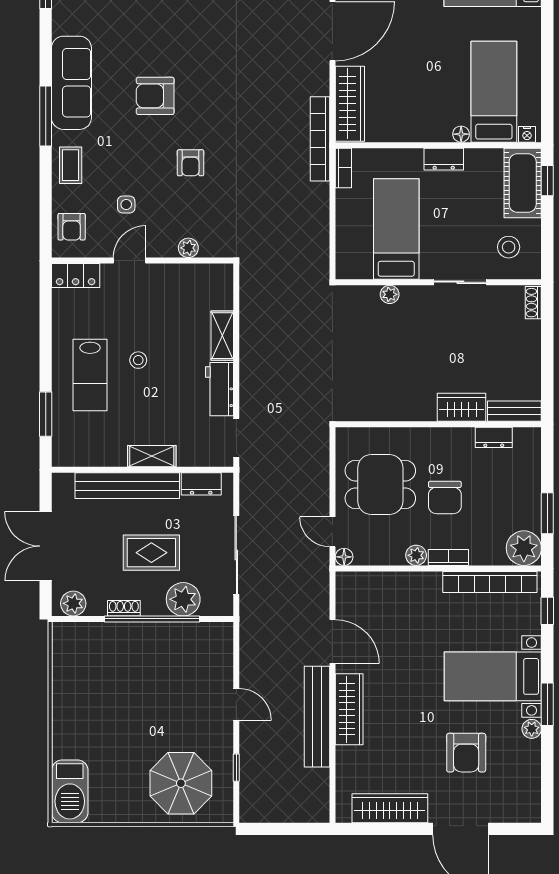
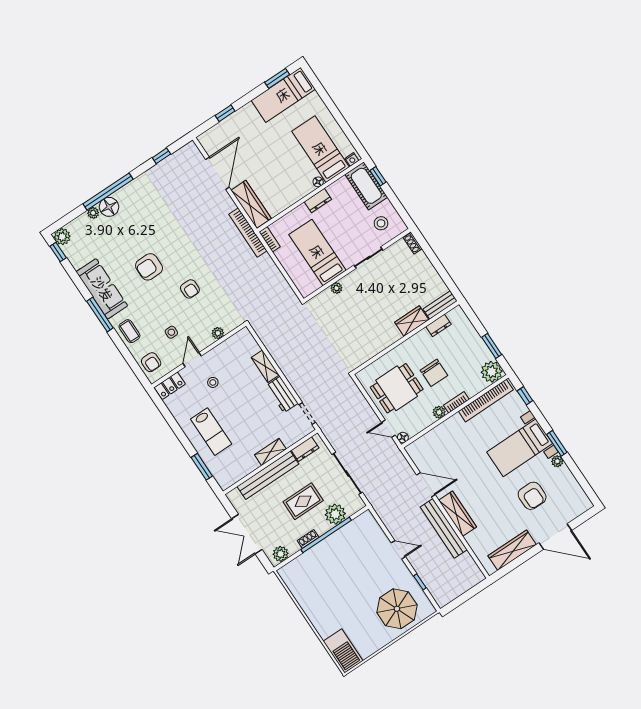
stool: (138, 360) -> (213, 382), moved

